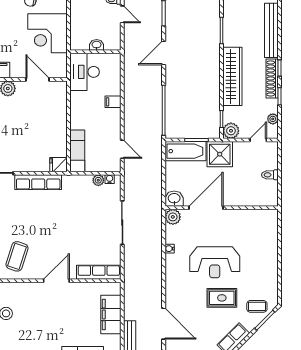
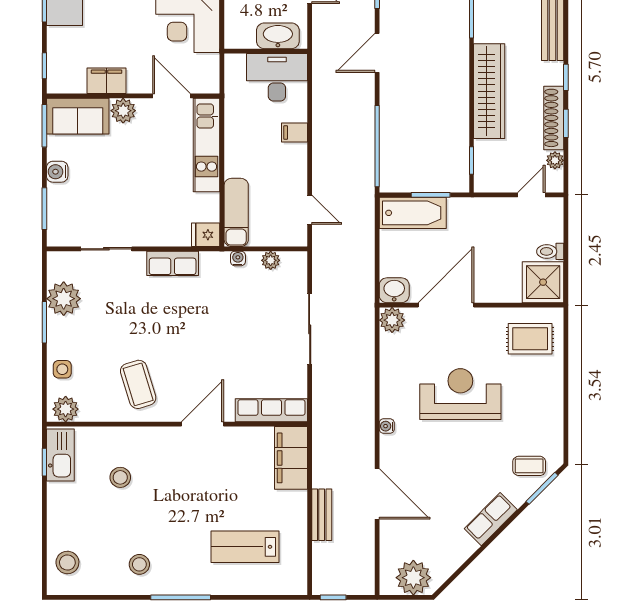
washbasin: (97, 45) -> (278, 36), width x1.91, depth x1.45
desk: (84, 72) -> (277, 77), moved, turned 90
shoe rack: (272, 78) -> (554, 118), moved
kitchen unit: (59, 110) -> (207, 145), added
plant: (231, 131) -> (487, 180), removed
shower: (220, 154) -> (543, 282), moved
water cooler: (110, 179) -> (238, 258), moved
row of seats: (38, 182) -> (173, 263), width x0.68
water cooler: (170, 249) -> (387, 426), moved
coffee table: (17, 256) -> (138, 384), turned -35
reception desk: (215, 262) -> (460, 394), turned 180
rug: (222, 298) -> (530, 339), moved
filing cabinet: (111, 314) -> (291, 458), moved

